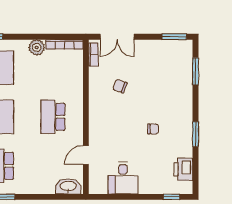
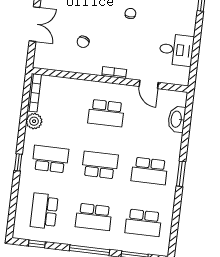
double door: (117, 37) -> (35, 24), moved
bookcase: (93, 55) -> (114, 73), moved
washbasin: (68, 186) -> (177, 119), moved

